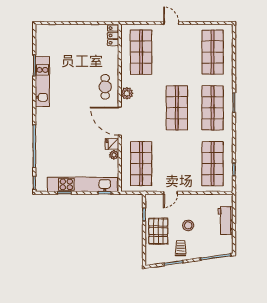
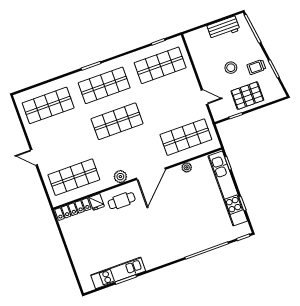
door: (171, 23) -> (34, 157), hinge flipped
locker: (113, 35) -> (73, 209), width x1.53
kitchen unit: (42, 81) -> (118, 273), moved
fridge: (112, 144) -> (97, 202), moved
workbench: (226, 220) -> (223, 28), moved

